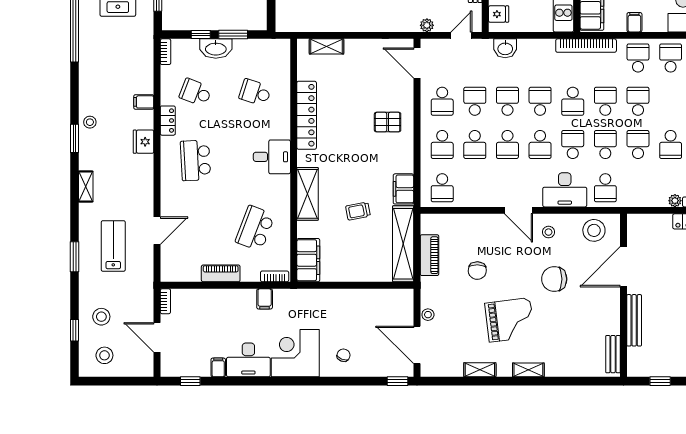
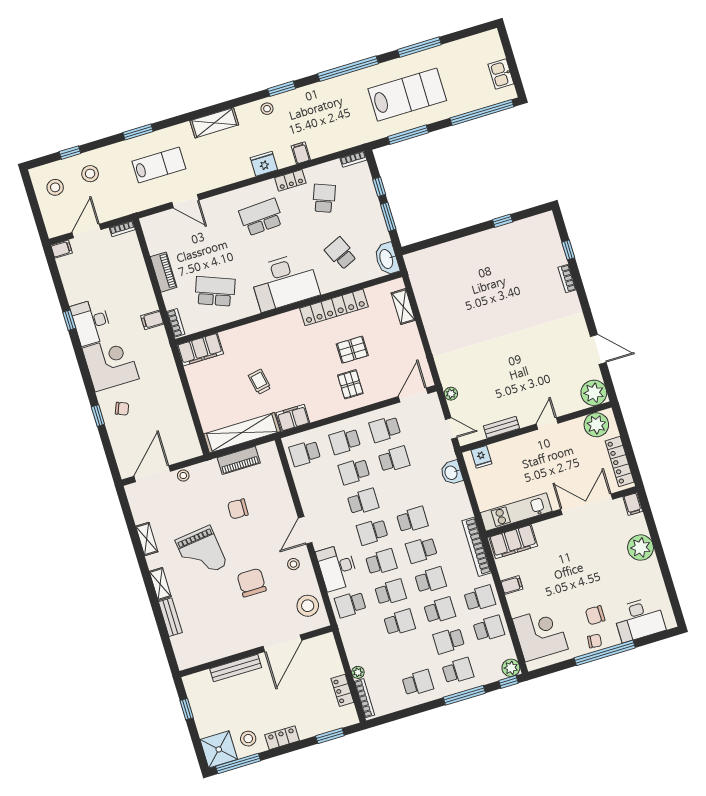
washbasin: (216, 49) -> (387, 259), moved
school desk: (255, 92) -> (341, 253), turned -42
school desk: (507, 101) -> (403, 489), removed
pallet: (354, 110) -> (352, 350), added
window: (75, 138) -> (282, 89), moved
school desk: (507, 145) -> (363, 502), turned 180
school desk: (671, 145) -> (449, 641), moved
desk: (272, 157) -> (284, 282), width x1.87, depth x1.30
shelving: (86, 187) -> (214, 123), width x1.50, depth x1.33
shelving: (308, 194) -> (261, 330), removed
door: (624, 267) -> (282, 643), swing flipped
bench: (613, 354) -> (170, 617), moved, turned 90
filing cabinet: (218, 367) -> (62, 249), moved
window: (190, 381) -> (69, 320), moved
window: (397, 381) -> (98, 416), moved

